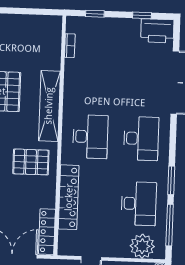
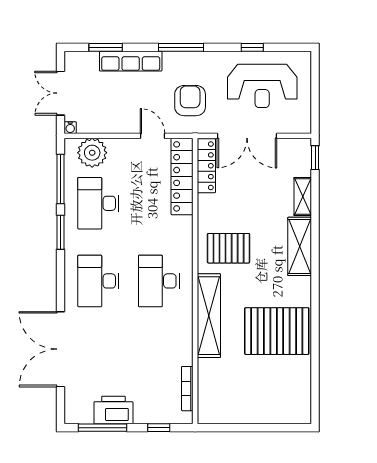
window: (142, 15) -> (103, 428), width x2.17
printer: (157, 31) -> (113, 410), moved
bookcase: (70, 46) -> (187, 389), width x1.56
locker: (69, 197) -> (182, 176), moved

